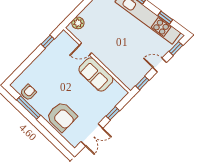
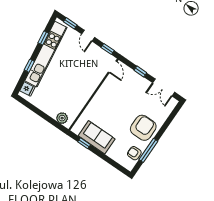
door: (85, 49) -> (113, 67), moved
sofa: (96, 75) -> (97, 137), moved, turned -90
armchair: (62, 117) -> (143, 128), moved
double door: (92, 135) -> (164, 87), swing flipped

